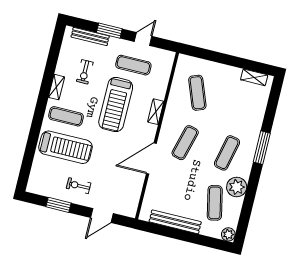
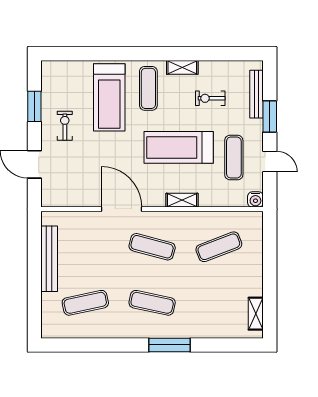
water cooler: (169, 57) -> (255, 199), added
plant: (237, 187) -> (112, 326), removed
plant: (228, 234) -> (50, 330), removed

